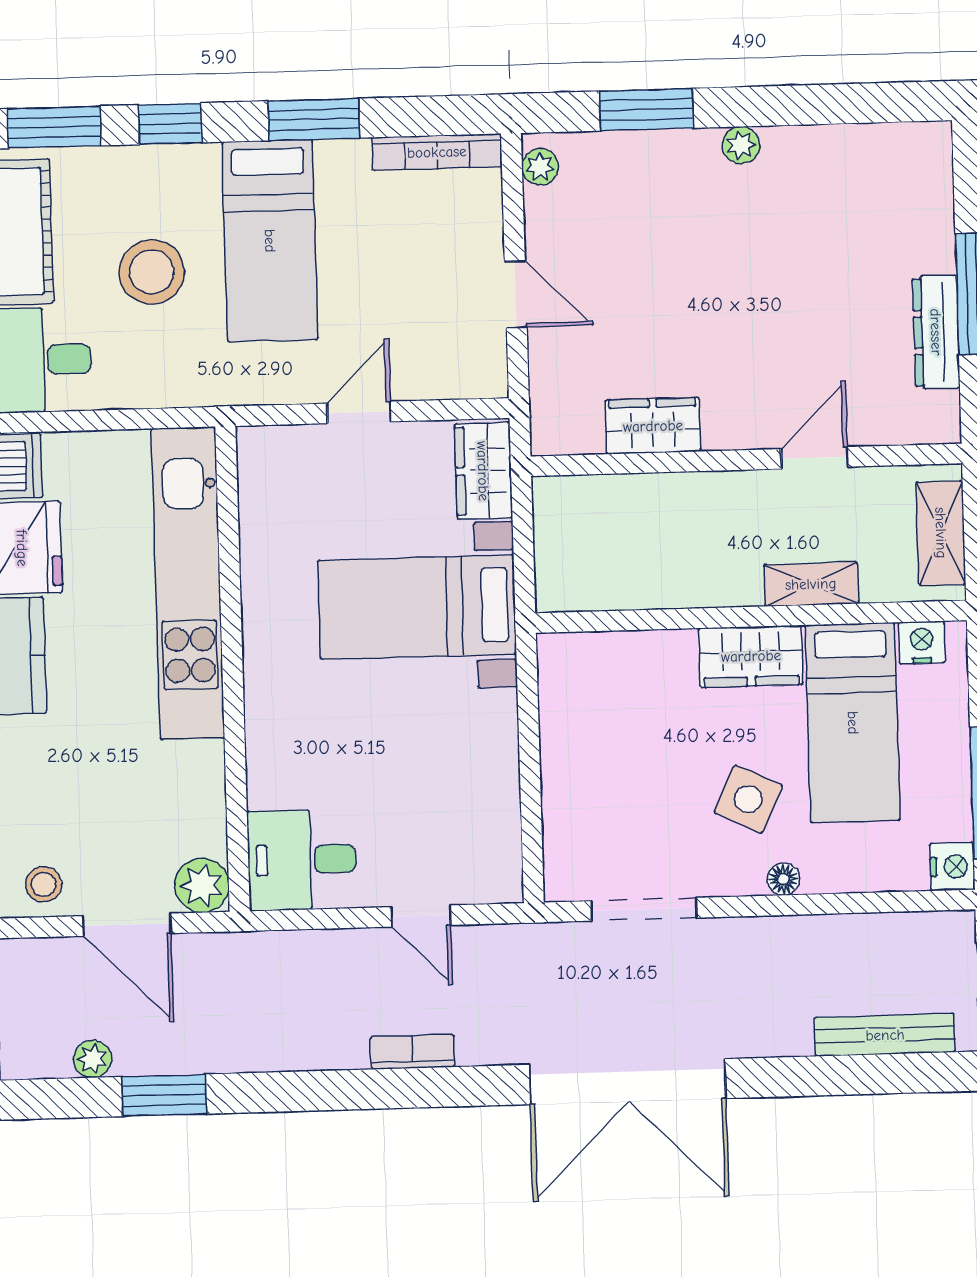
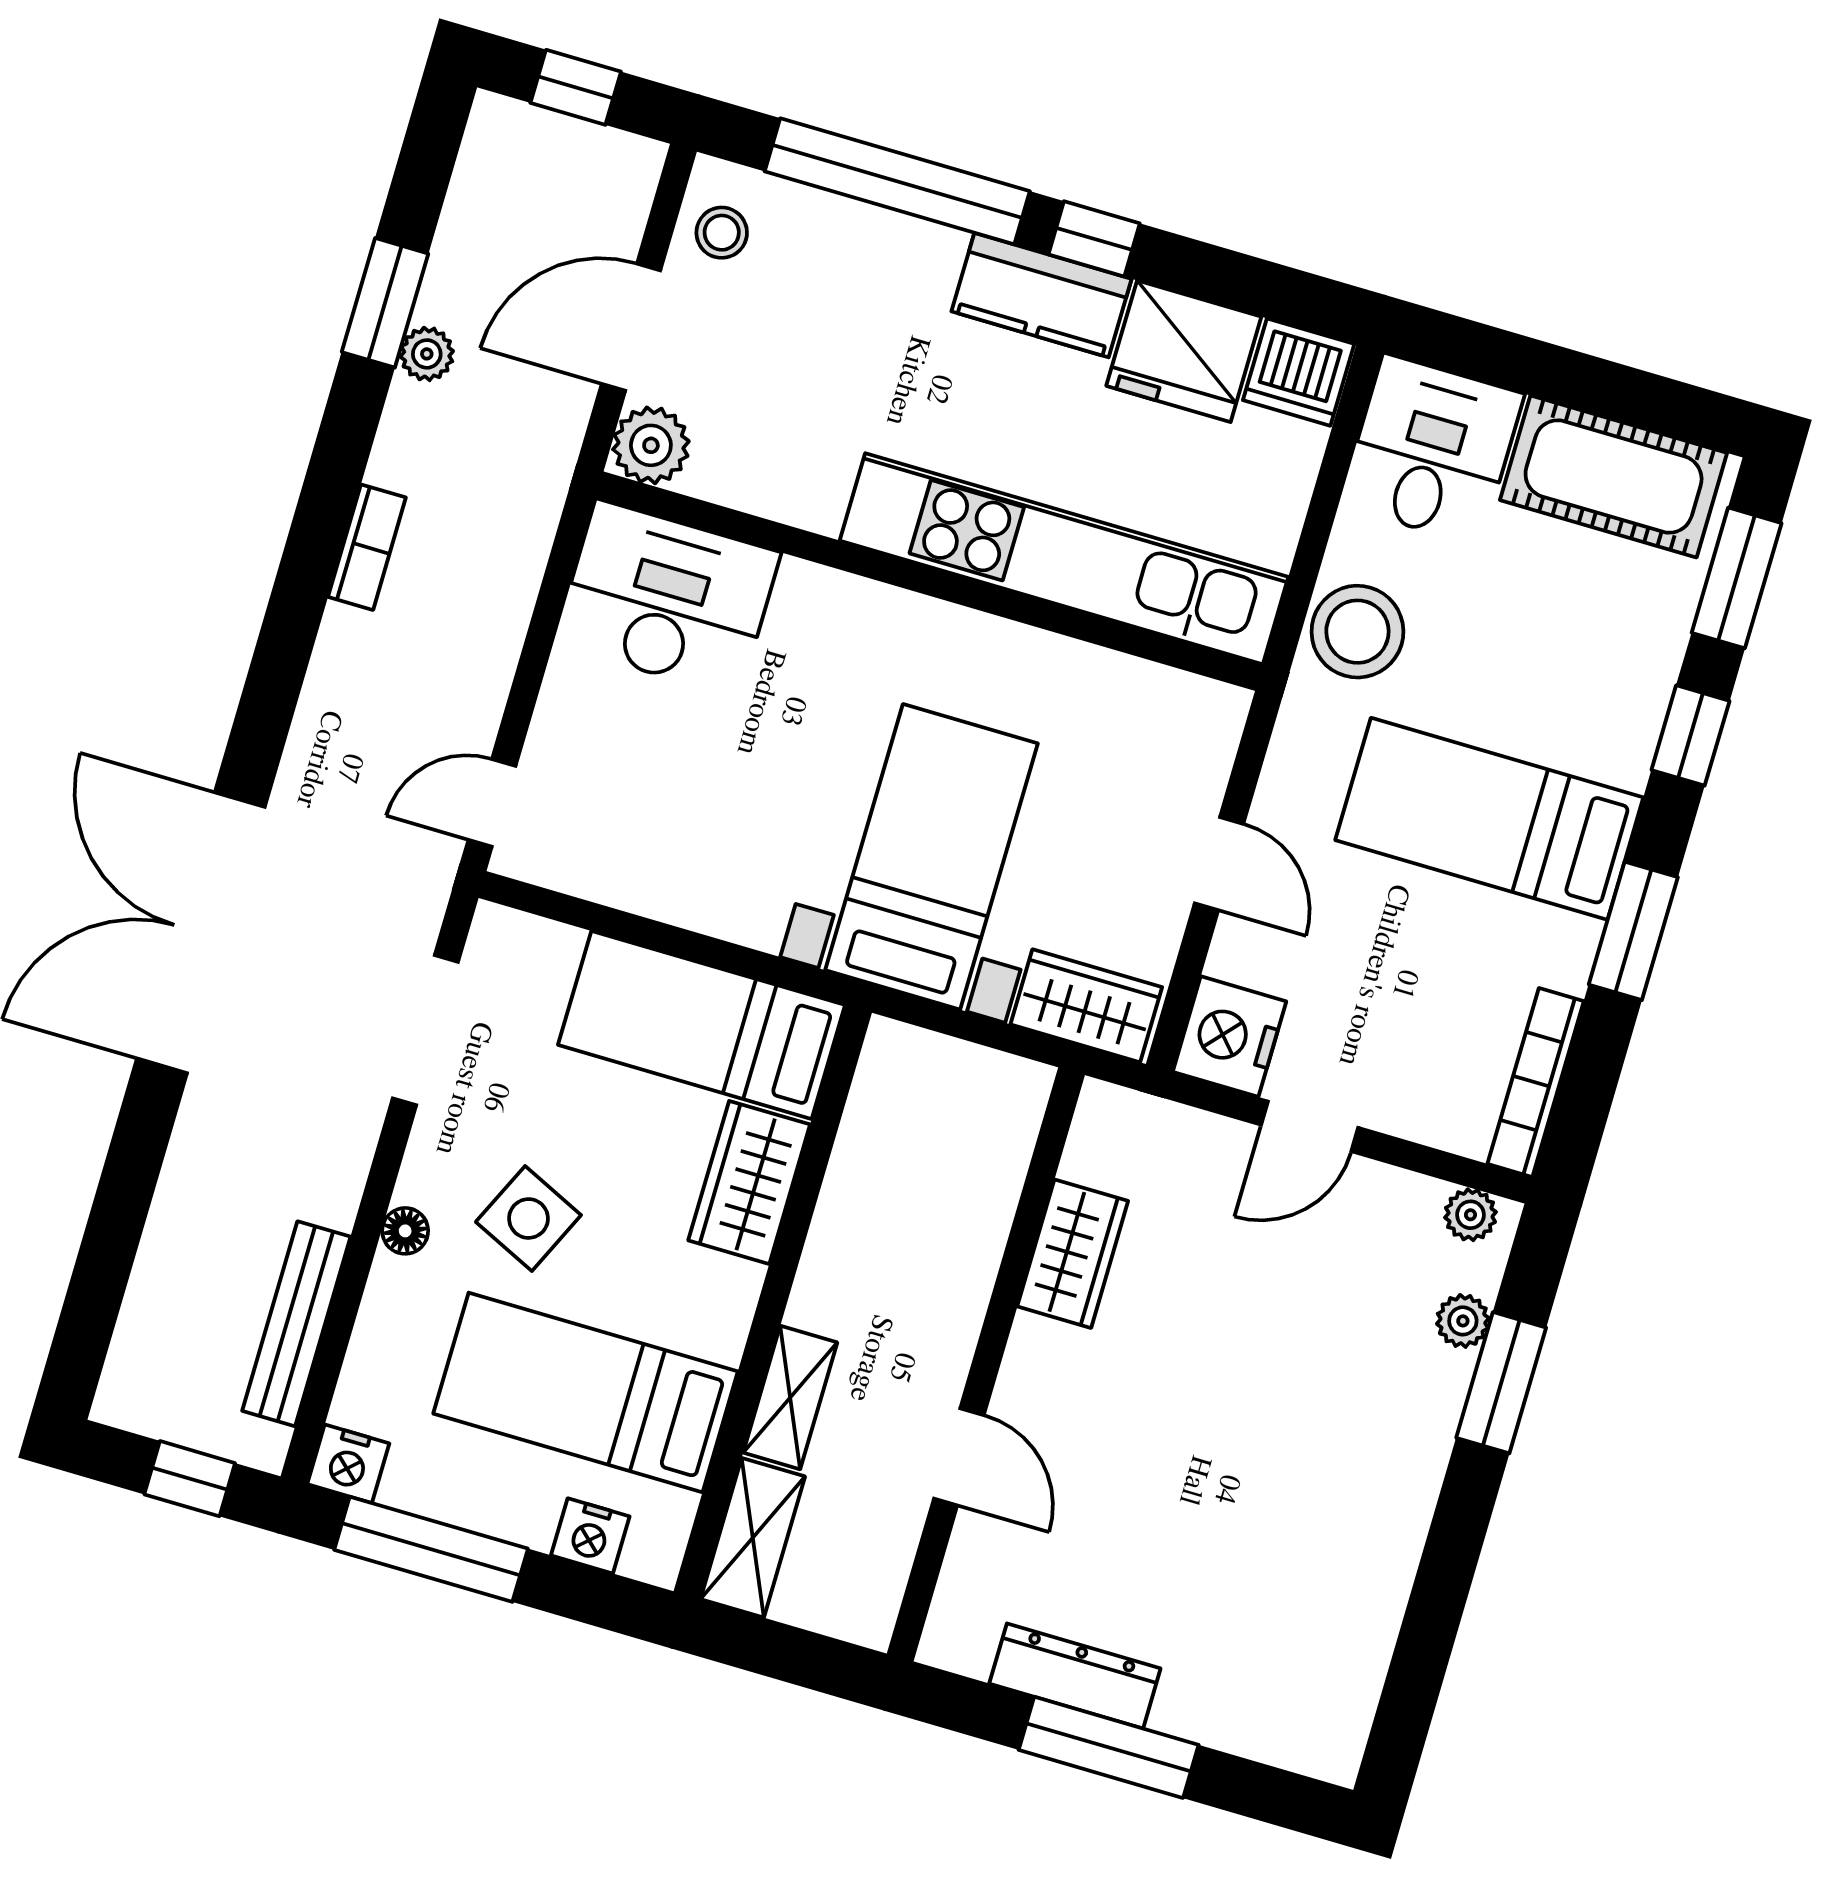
plant: (741, 145) -> (1463, 1321), moved
stool: (152, 272) -> (1357, 632), moved
nightstand: (473, 368) -> (1229, 1037), added
shelving: (941, 533) -> (753, 1538), moved, turned 90
nightstand: (922, 642) -> (590, 1536), moved, turned 90
wardrobe: (751, 656) -> (749, 1182), moved
bed: (580, 725) -> (701, 1025), added
desk: (302, 860) -> (667, 598), width x1.37
door: (421, 916) -> (492, 803), moved
bench: (885, 1035) -> (296, 1324), moved
bookcase: (412, 1052) -> (367, 547), moved
plant: (92, 1059) -> (427, 354), moved

